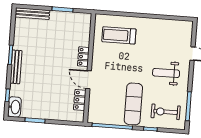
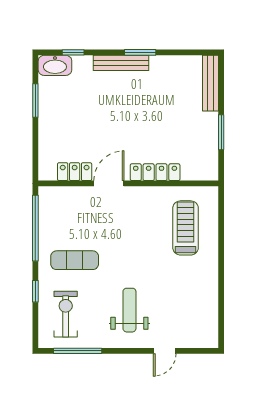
locker: (83, 57) -> (155, 172), width x1.53
exercise mat: (133, 104) -> (75, 260), width x0.73, depth x0.69

